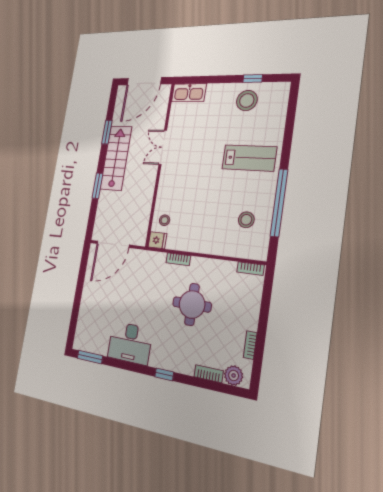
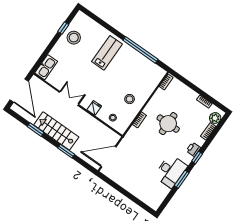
double door: (163, 147) -> (69, 98), swing flipped
stool: (246, 220) -> (130, 99), moved
fridge: (157, 240) -> (94, 108), moved
door: (113, 244) -> (108, 157), swing flipped
window: (90, 357) -> (182, 179), moved
printer: (173, 363) -> (193, 149), added

